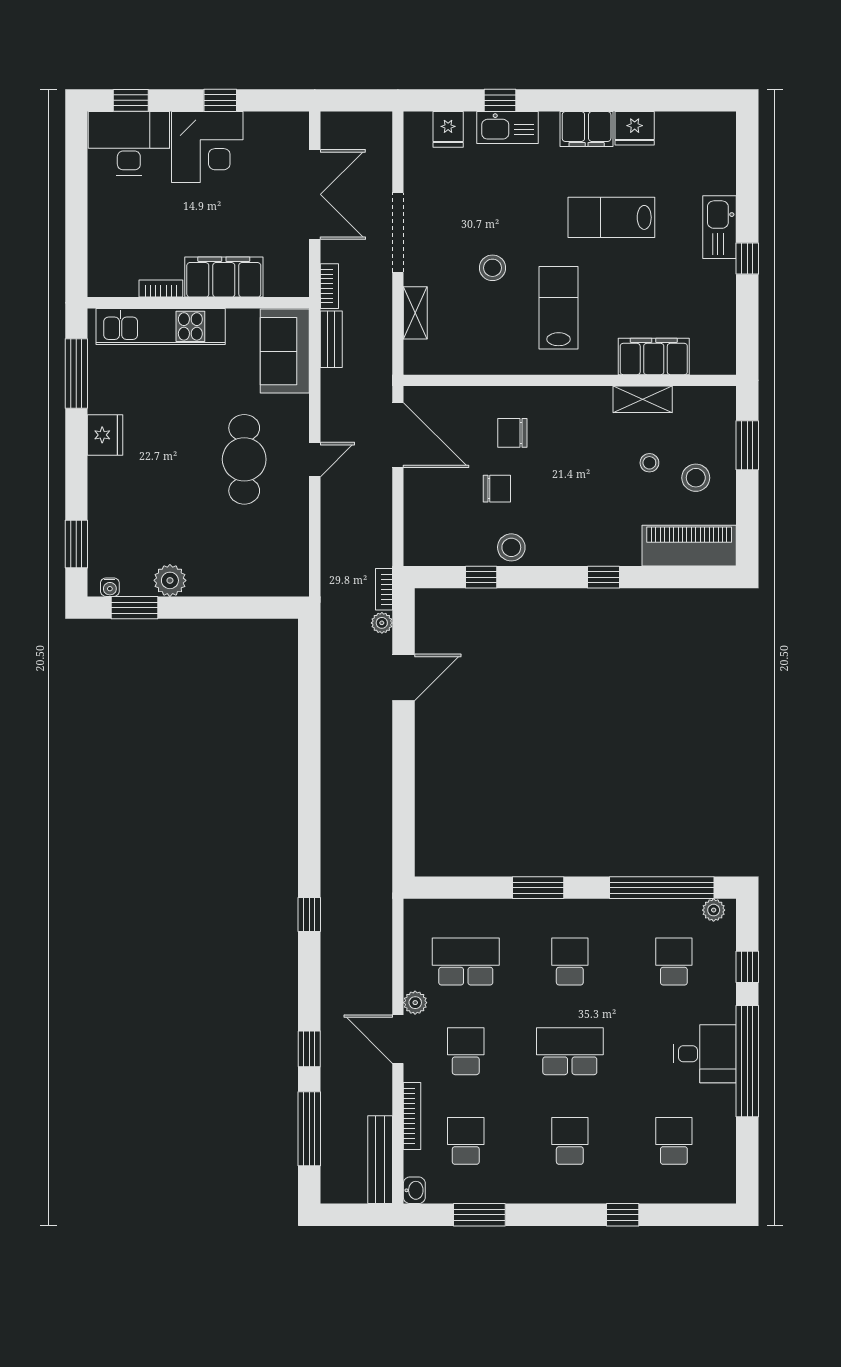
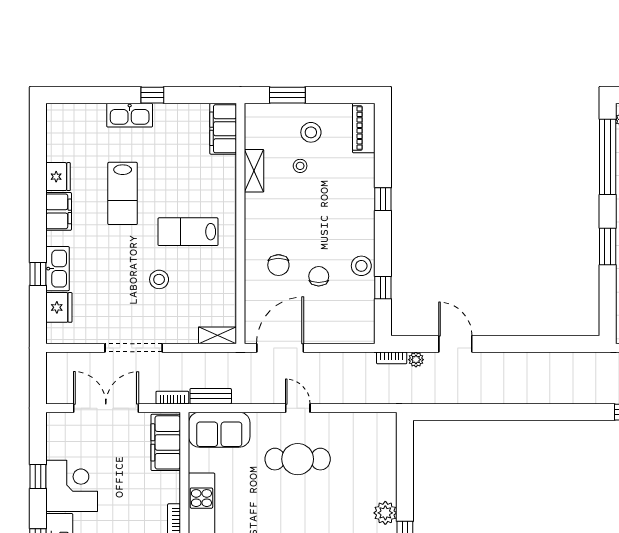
fridge: (448, 129) -> (59, 307), width x1.38
filing cabinet: (224, 277) -> (166, 442), moved
shelving: (415, 313) -> (217, 335), moved
filing cabinet: (654, 356) -> (223, 129), moved
piano: (689, 546) -> (364, 128), width x0.73, depth x0.75

